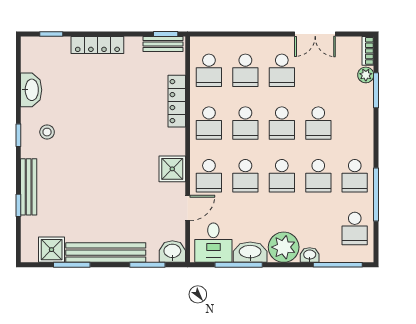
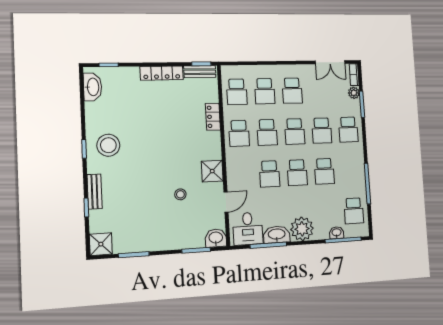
double door: (315, 34) -> (330, 62), moved
locker: (97, 45) -> (162, 73), moved
washbasin: (31, 90) -> (93, 87), moved
locker: (177, 101) -> (213, 117), width x0.66
stool: (47, 132) -> (108, 145), width x1.89, depth x1.89
school desk: (209, 176) -> (241, 175), removed
school desk: (355, 176) -> (348, 130), moved
bench: (29, 187) -> (95, 192), width x0.73
stool: (131, 196) -> (180, 194), added
shower: (52, 250) -> (101, 244), moved
bench: (106, 253) -> (162, 242), removed
washbasin: (310, 255) -> (337, 233), moved

